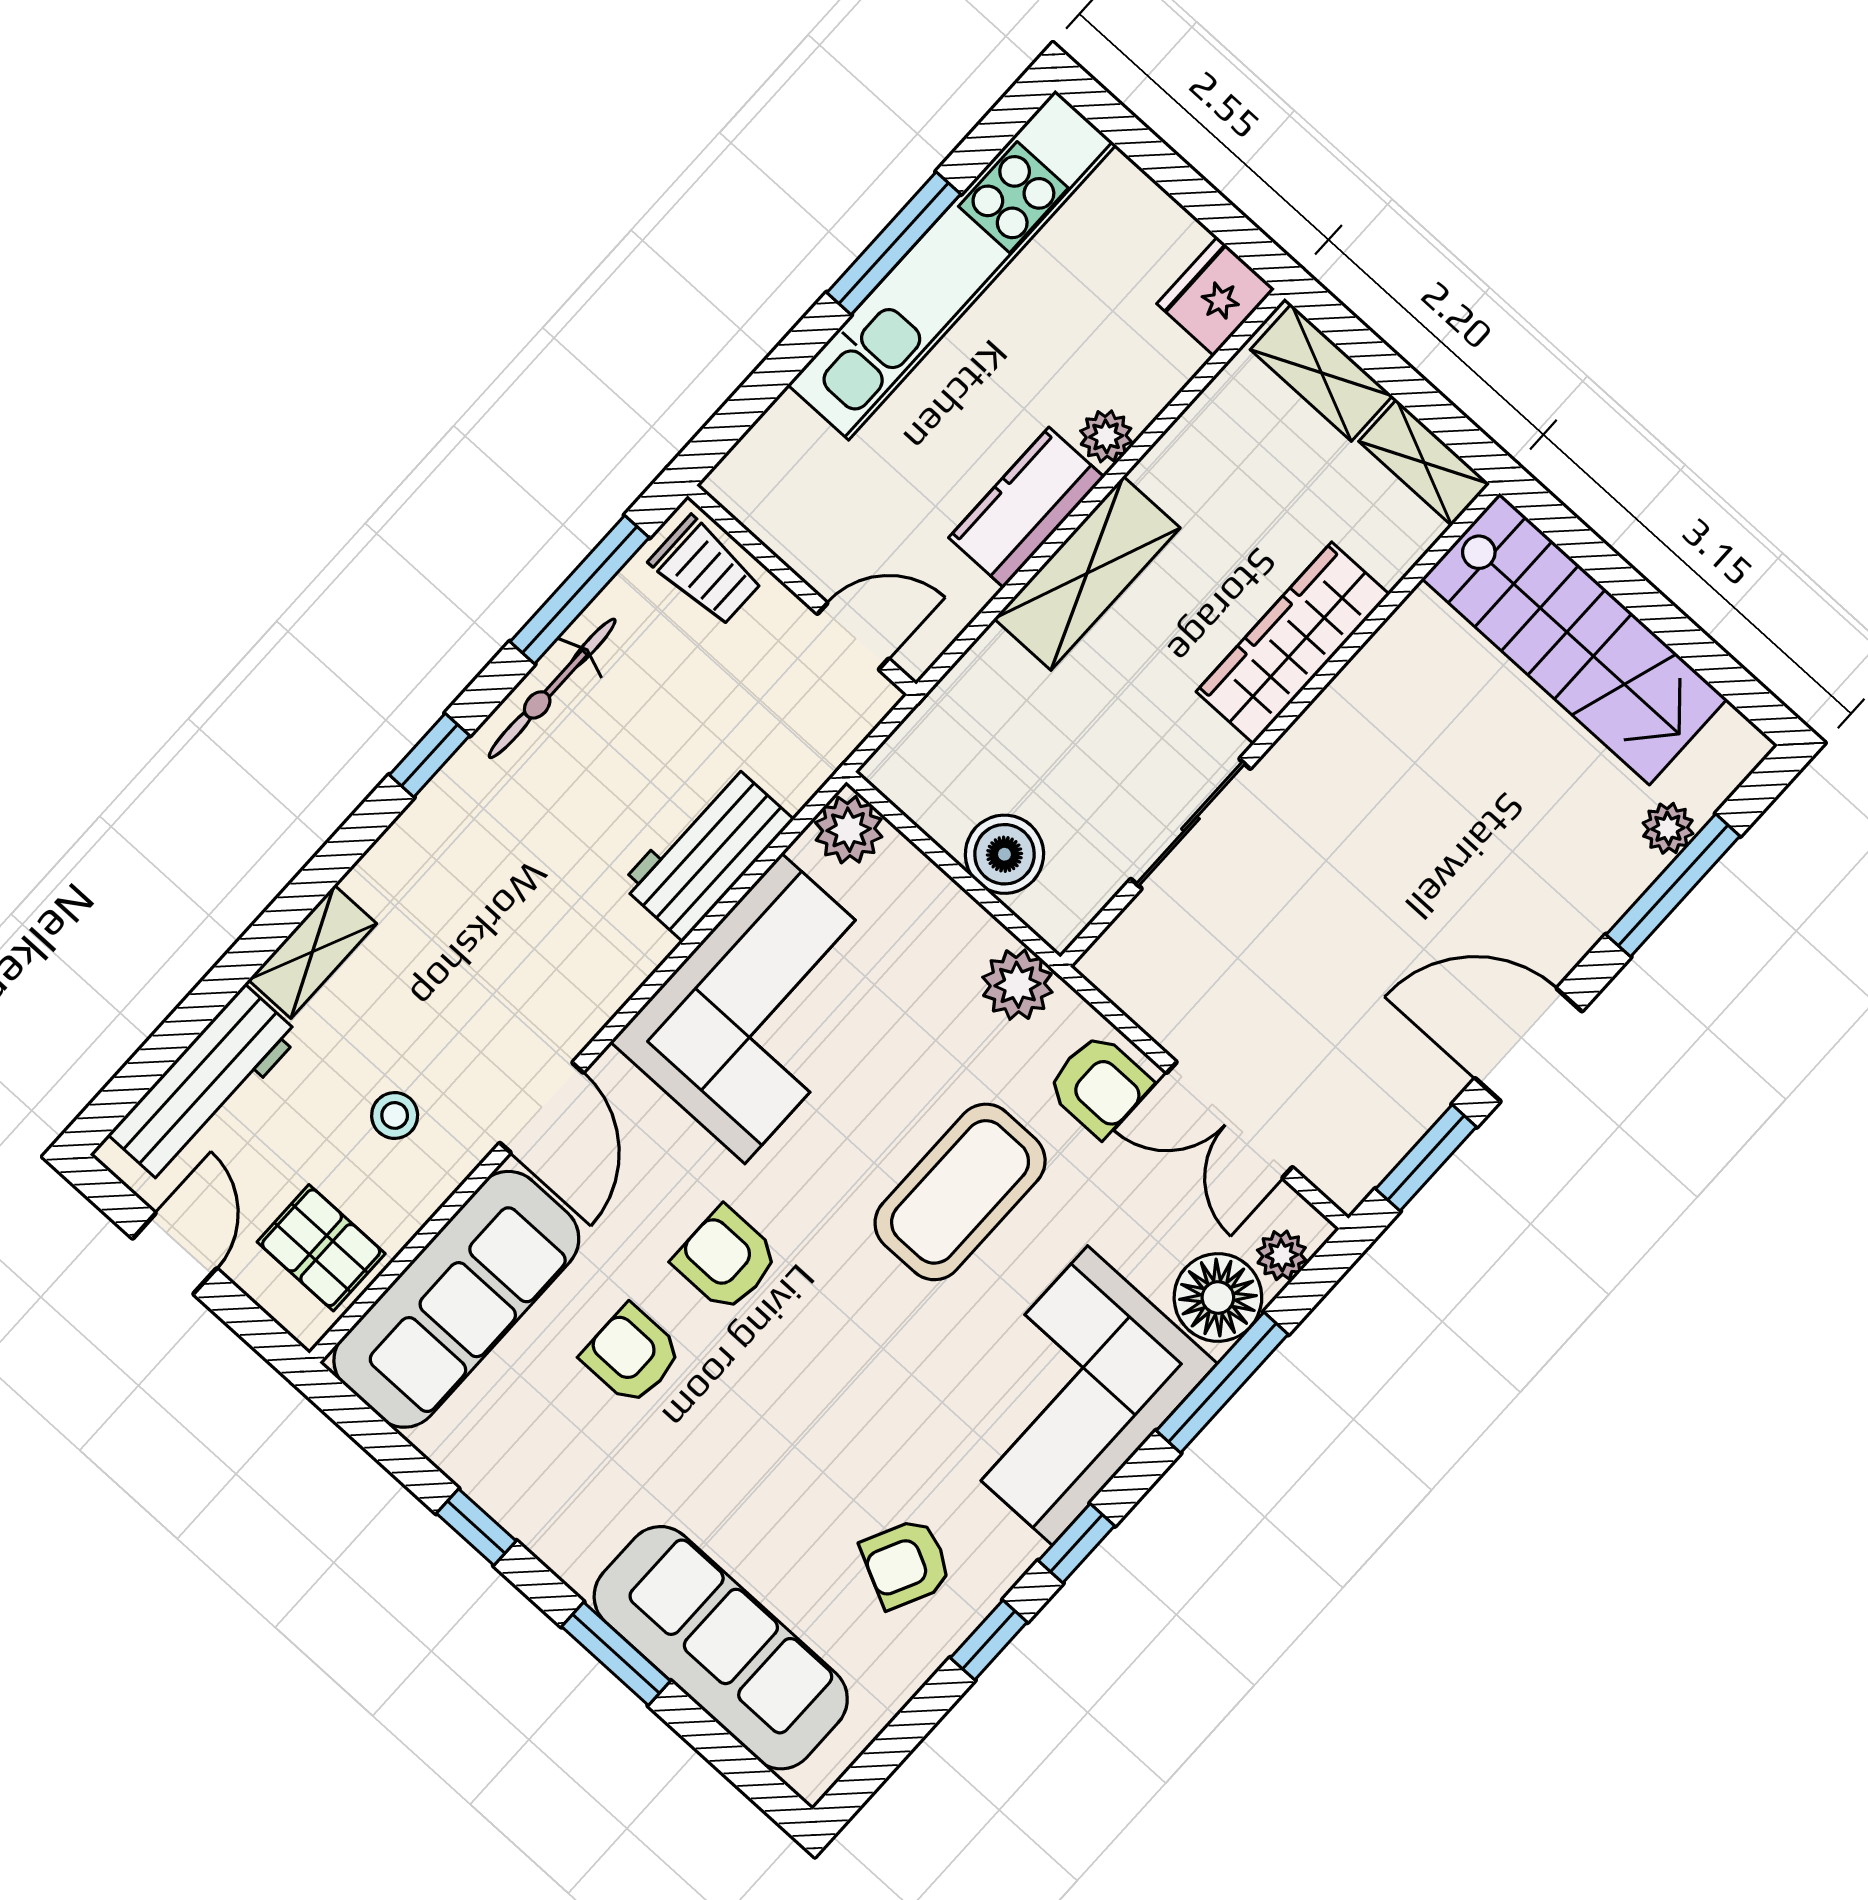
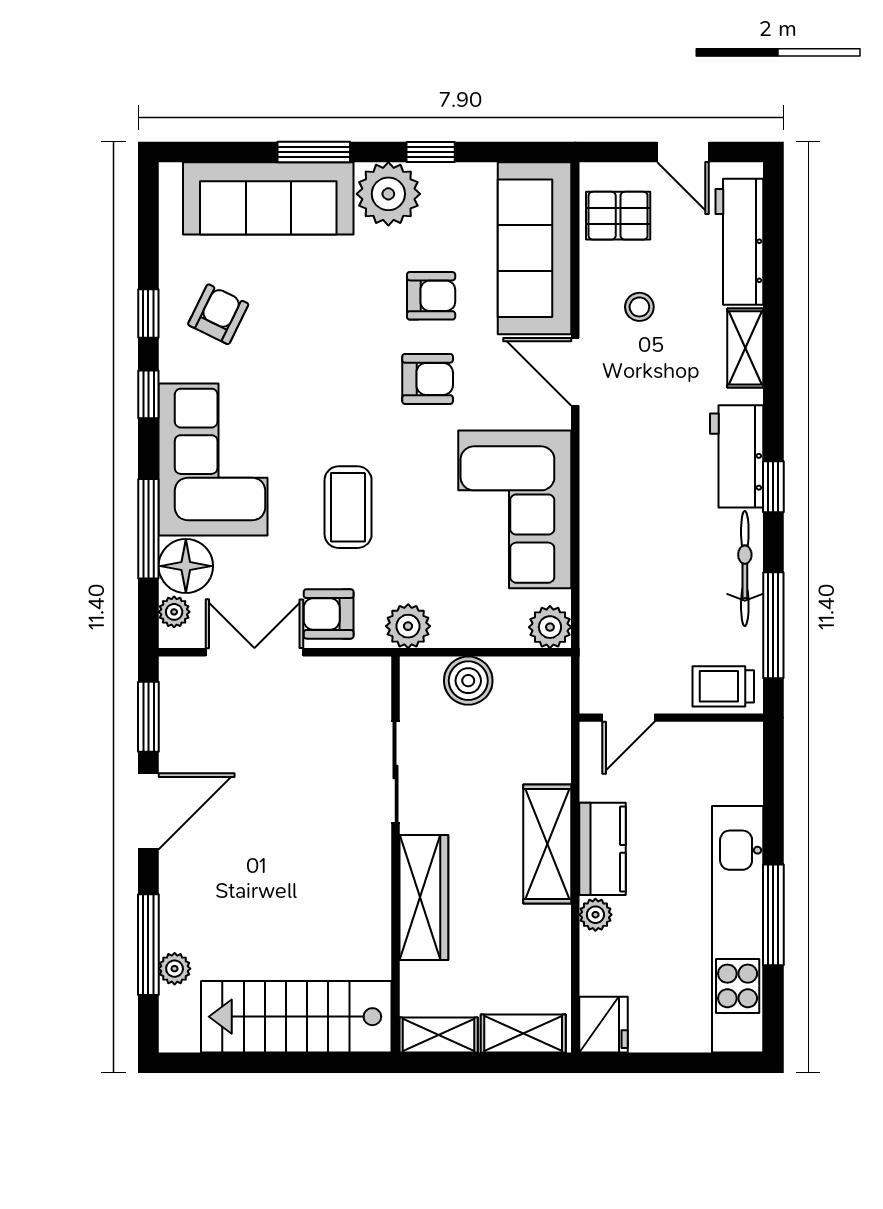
workbench: (707, 852) -> (737, 456), moved, turned 180
coffee table: (960, 1192) -> (348, 507), width x0.73, depth x0.76
plant: (572, 1523) -> (388, 194), added

